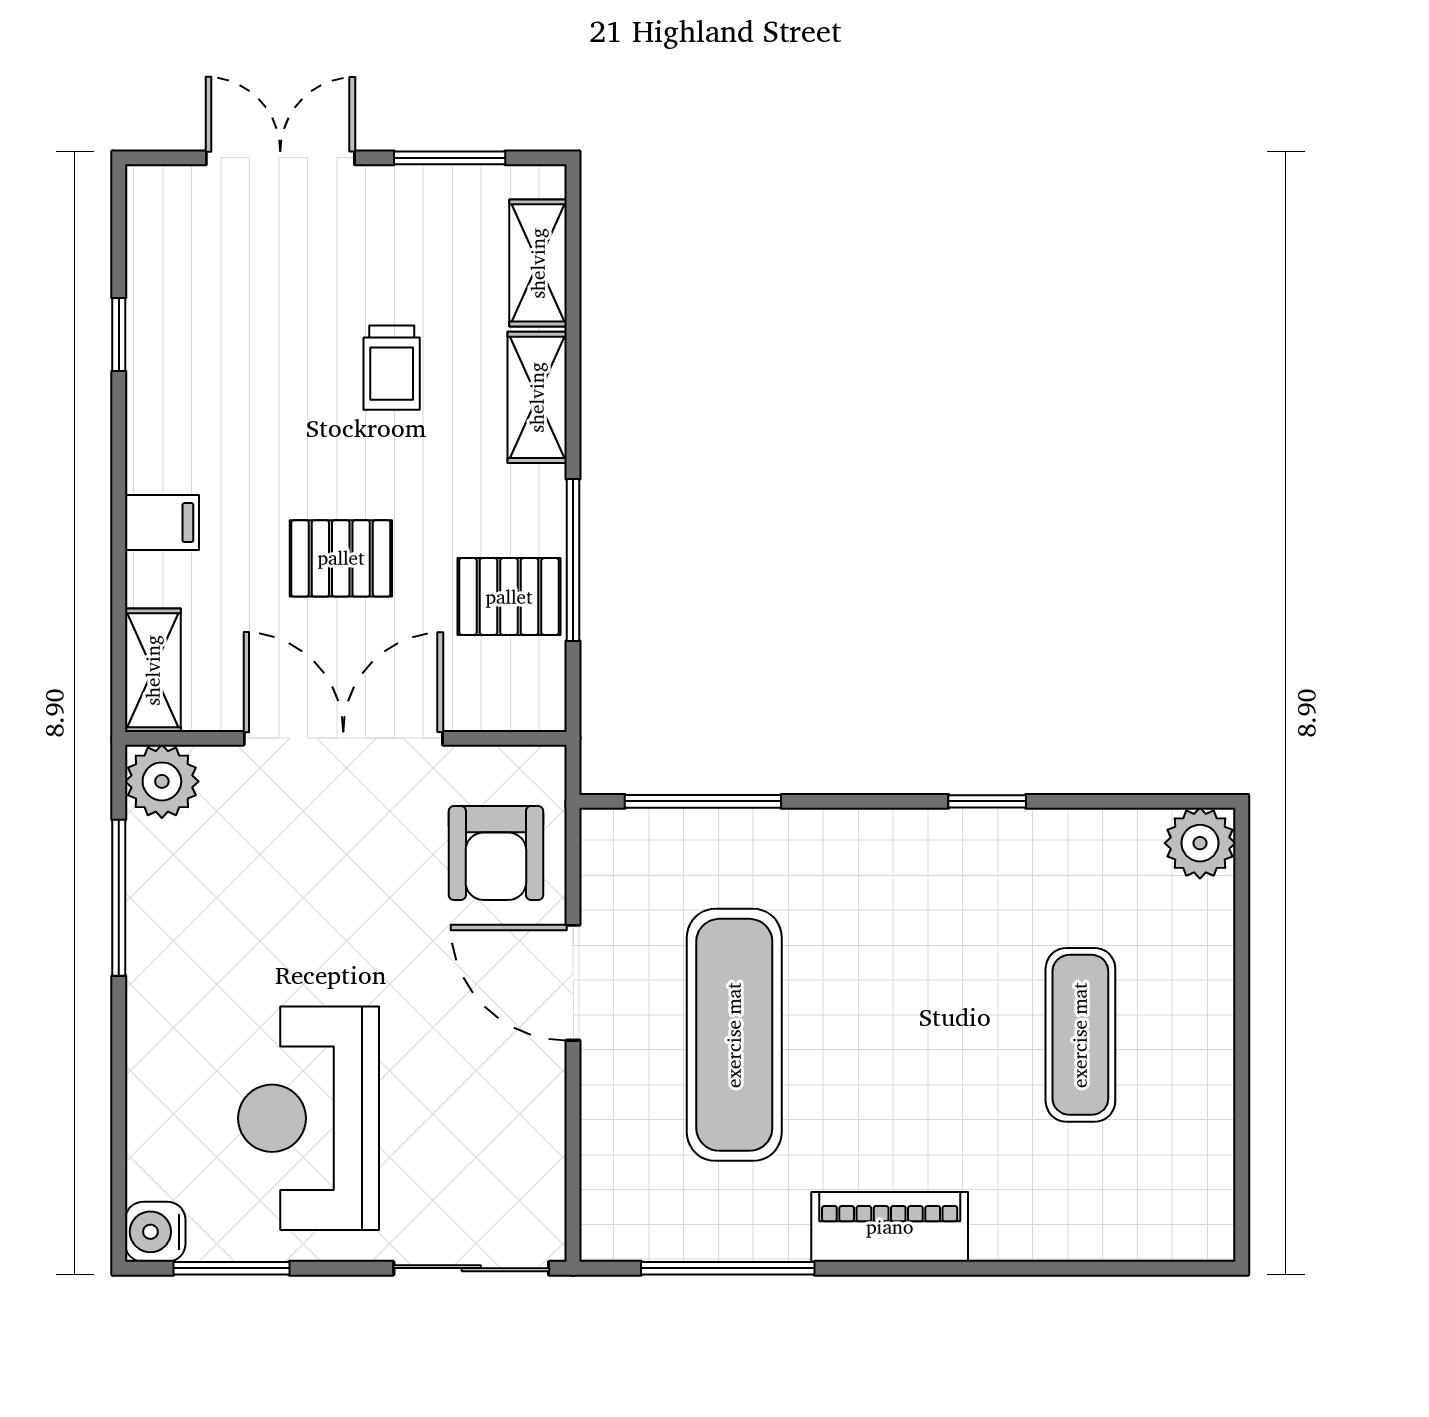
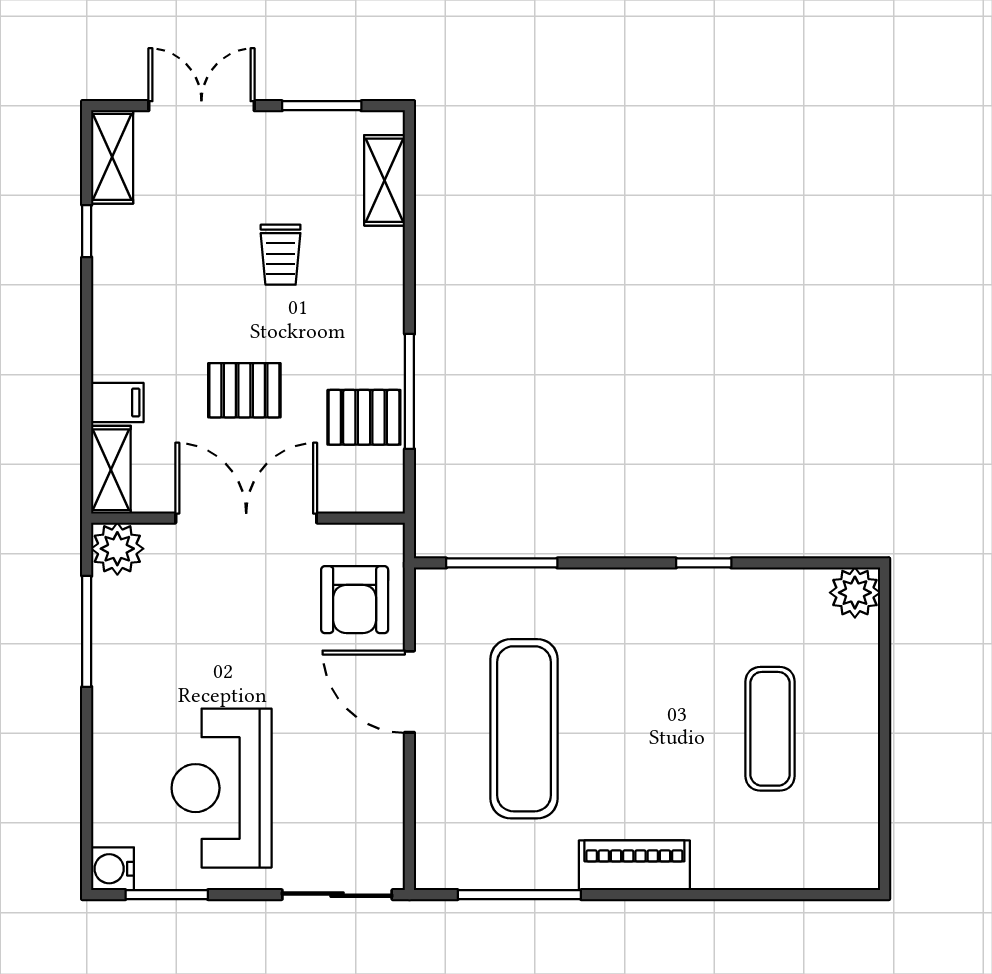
shelving: (537, 397) -> (112, 157), moved
filing cabinet: (162, 523) -> (117, 403), moved

